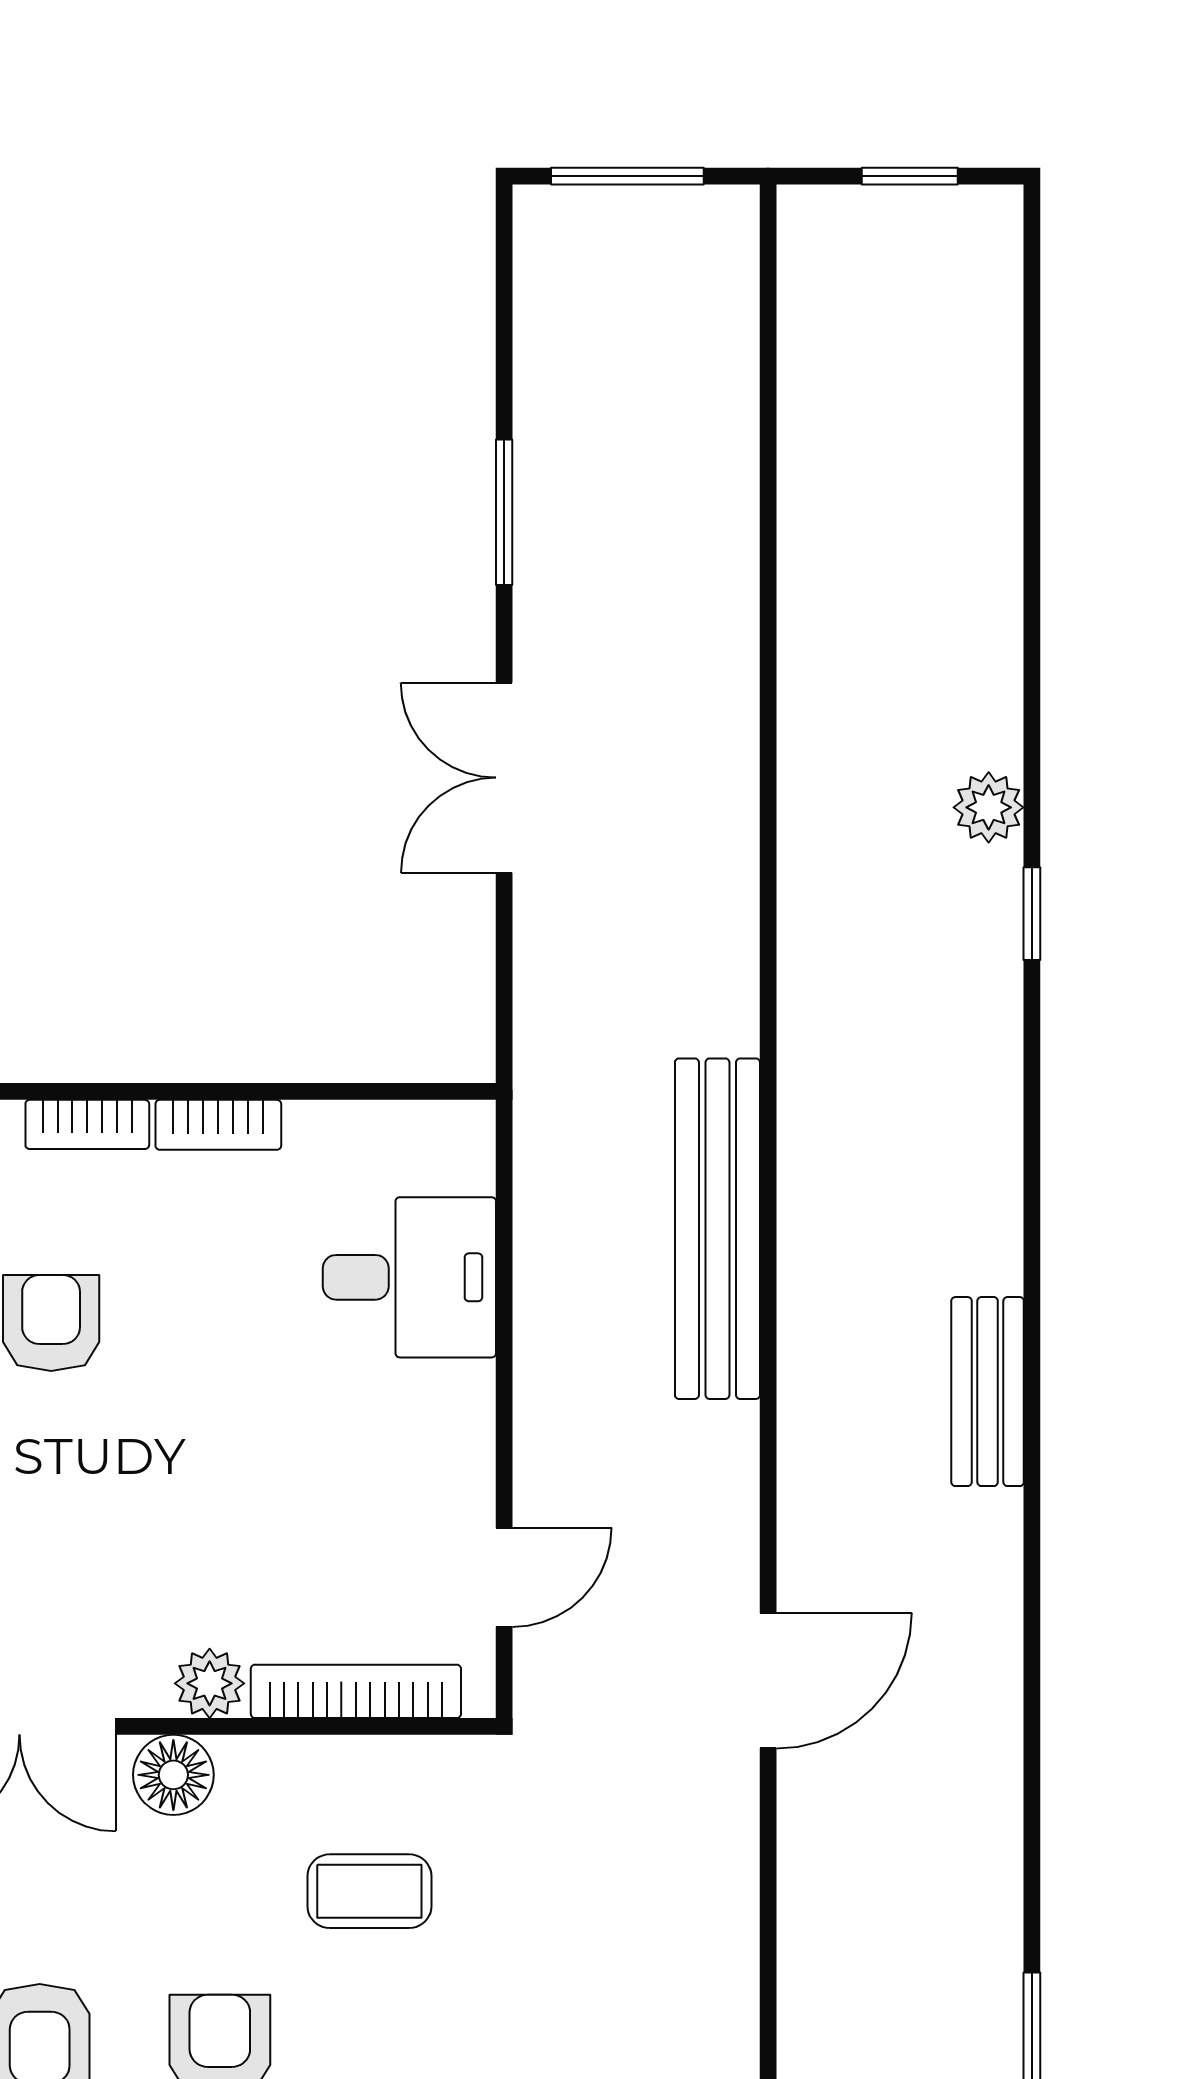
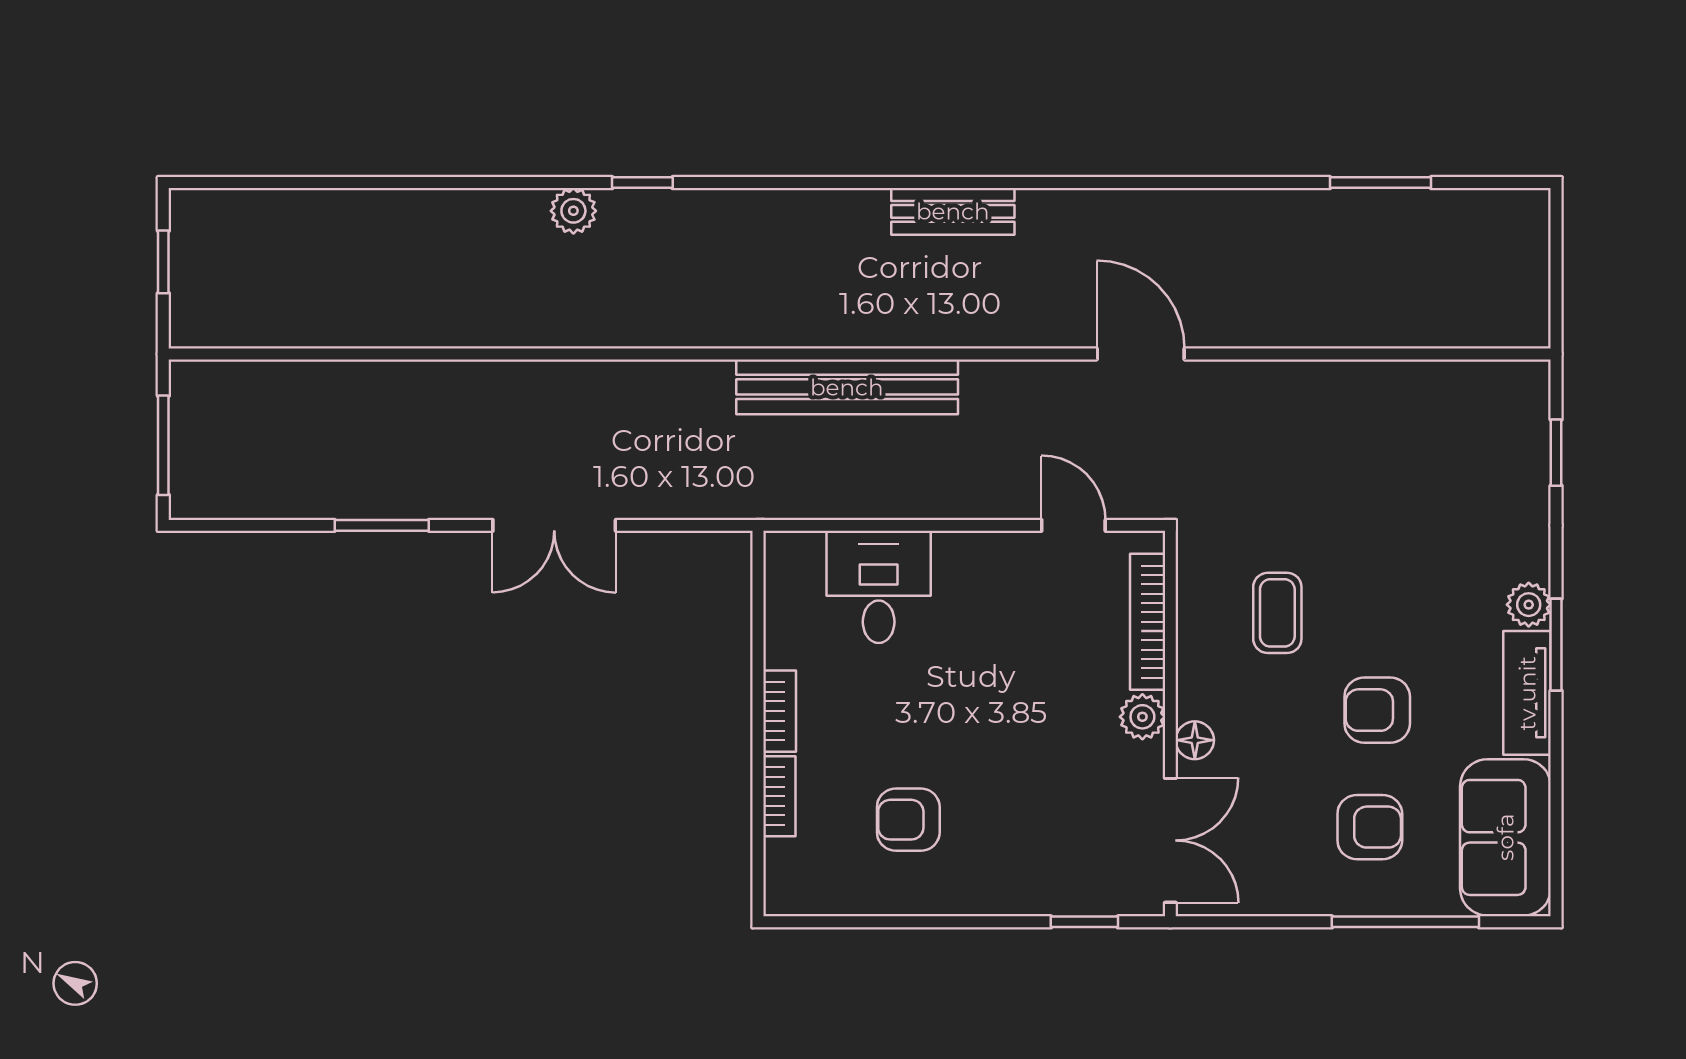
floor lamp: (173, 1775) -> (1195, 740), width x0.73, depth x0.73

